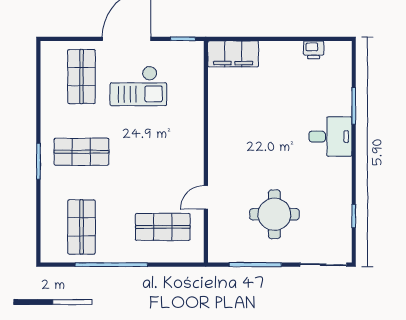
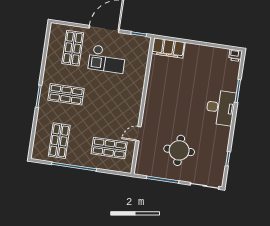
printer: (314, 50) -> (236, 55), moved
desk: (330, 137) -> (221, 108), width x1.37

